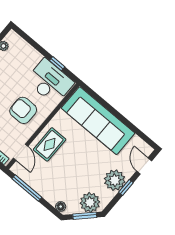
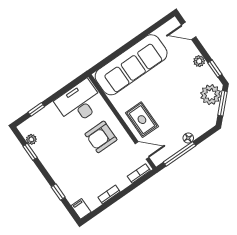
window: (57, 64) -> (36, 109), moved
plant: (115, 180) -> (199, 61), width x0.53, depth x0.53
window: (126, 187) -> (215, 69), moved
floor lamp: (61, 207) -> (188, 138), moved

